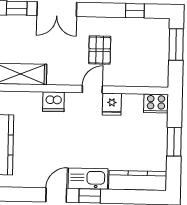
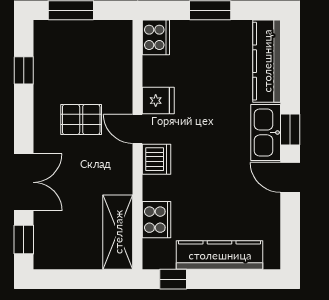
cooker: (29, 101) -> (157, 220), added
dishwasher: (53, 102) -> (157, 159), moved

